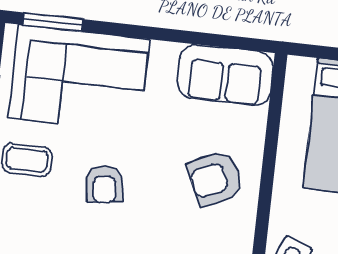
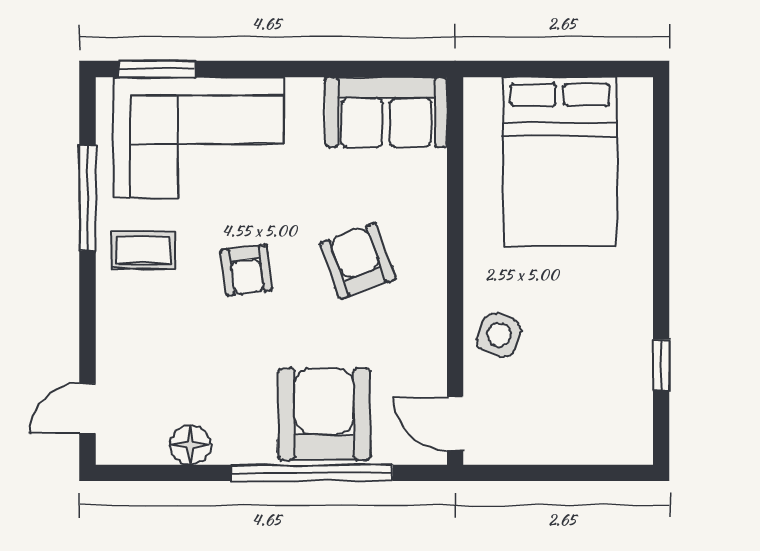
armchair: (215, 178) -> (358, 261), moved, turned 95

